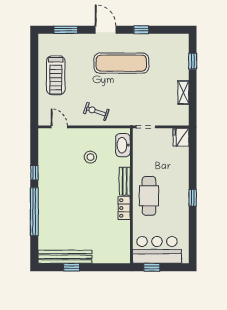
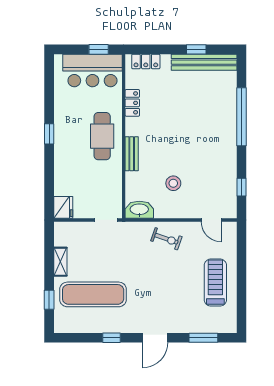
door: (106, 30) -> (155, 338), hinge flipped
exercise mat: (121, 63) -> (93, 294), moved
washbasin: (123, 145) -> (139, 210), moved, turned -90
window: (34, 173) -> (241, 187), moved
locker: (124, 208) -> (132, 103), moved
locker: (113, 257) -> (146, 61), added

